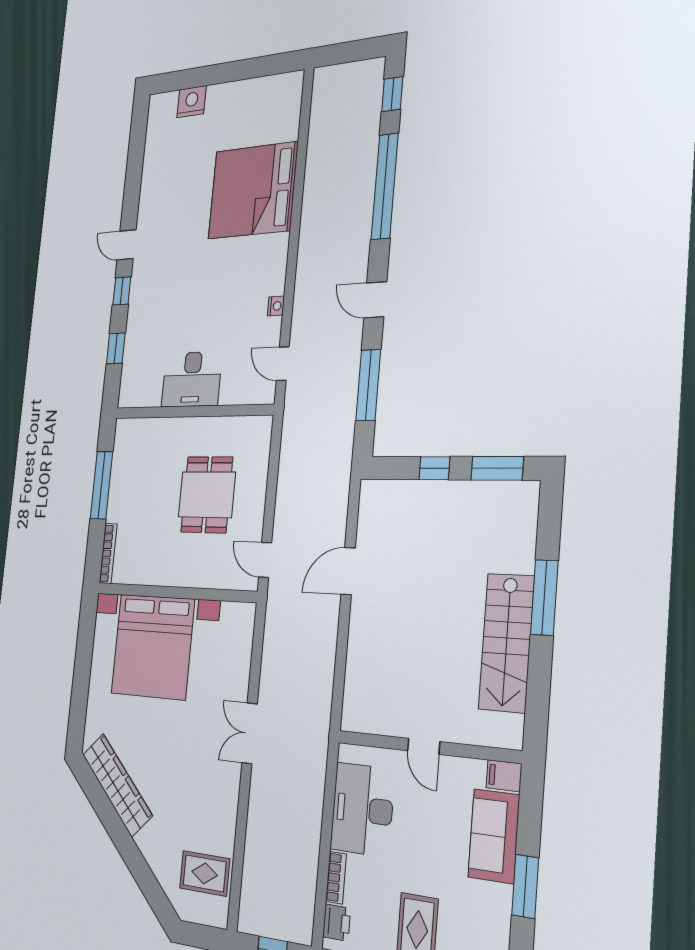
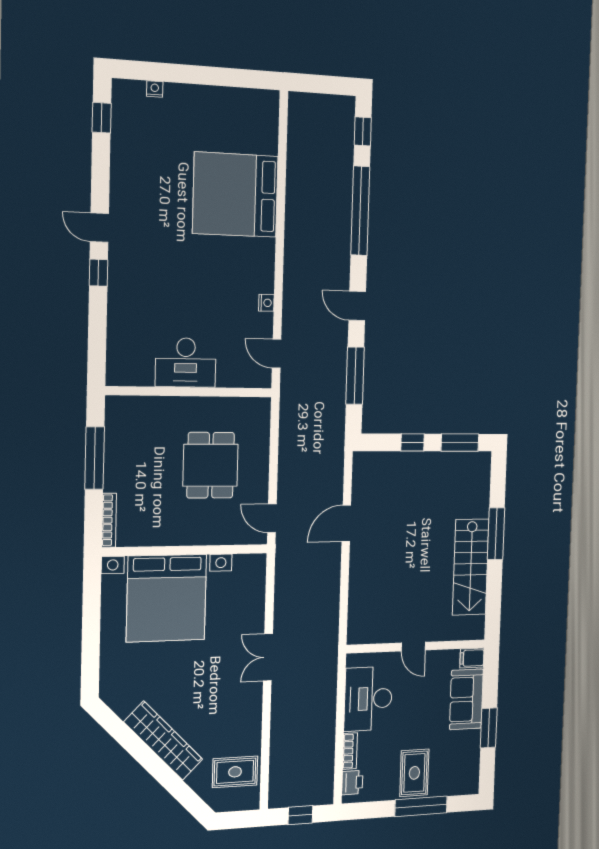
nightstand: (192, 102) -> (155, 89), width x0.53, depth x0.56
window: (116, 348) -> (102, 118), moved
wardrobe: (117, 785) -> (163, 741), moved

